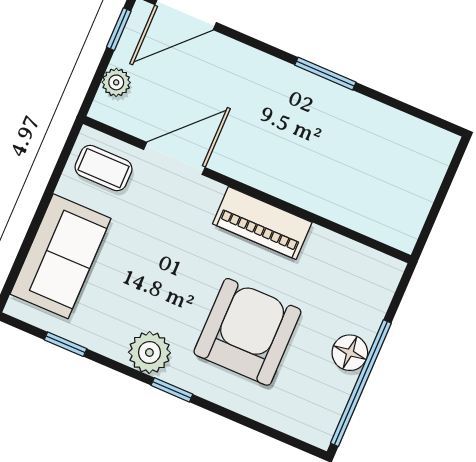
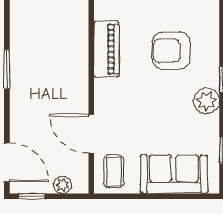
piano: (262, 223) -> (106, 49), moved
armchair: (247, 332) -> (171, 51), width x0.73, depth x0.73

